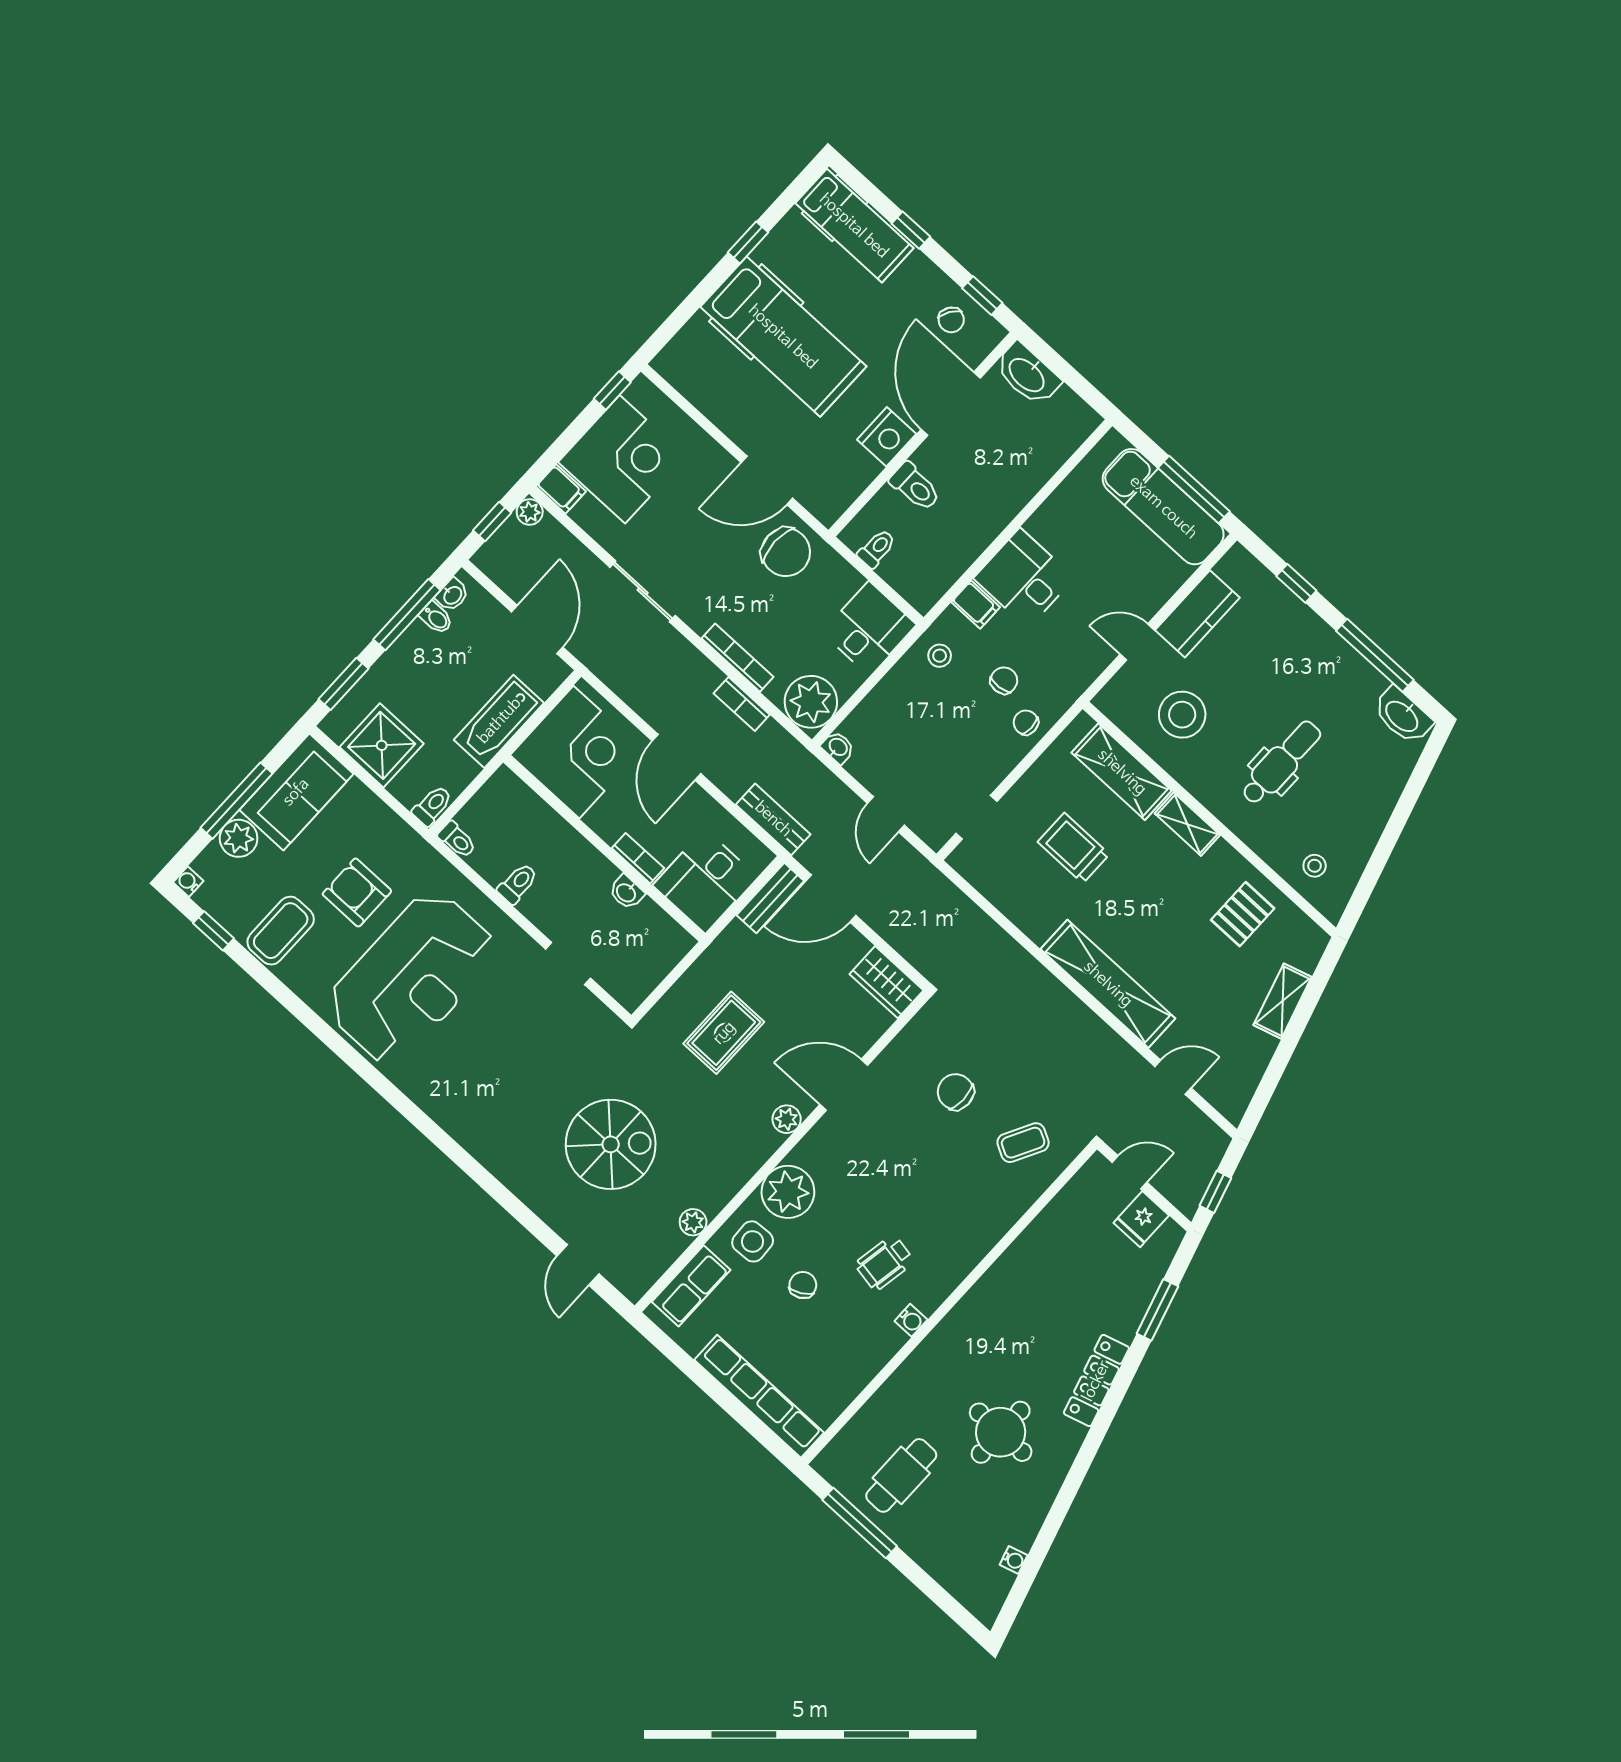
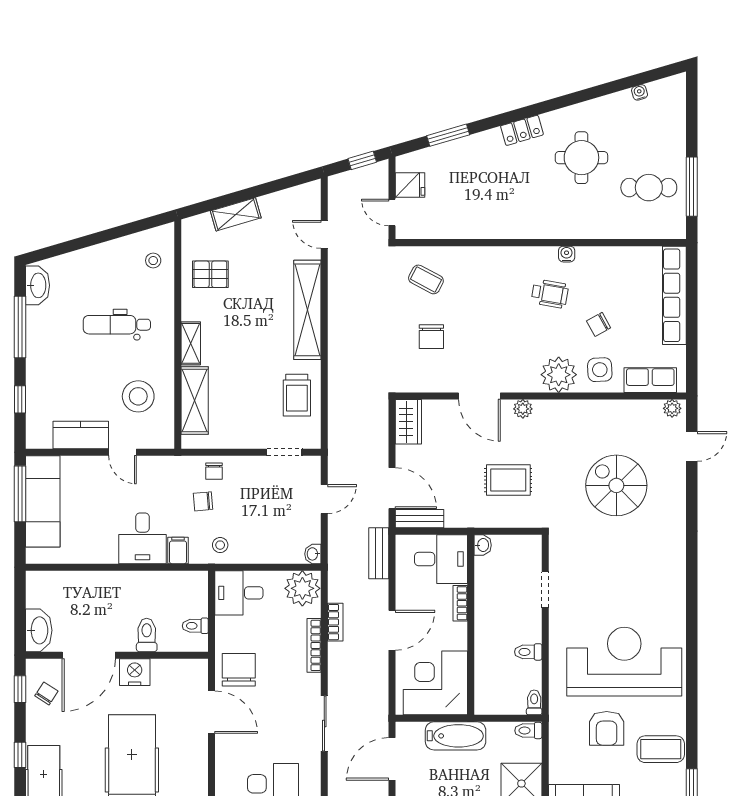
trolley: (1074, 848) -> (297, 395), moved
washbasin: (626, 892) -> (483, 545), moved
plant: (693, 1222) -> (672, 408), moved
locker: (1096, 1381) -> (522, 130), width x0.66

